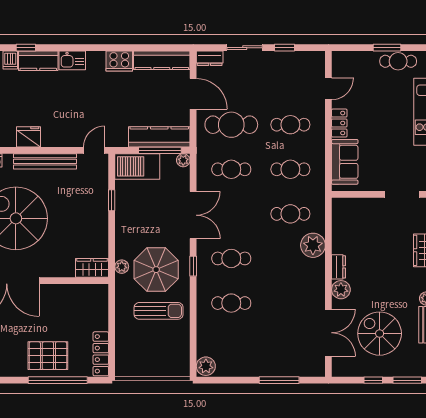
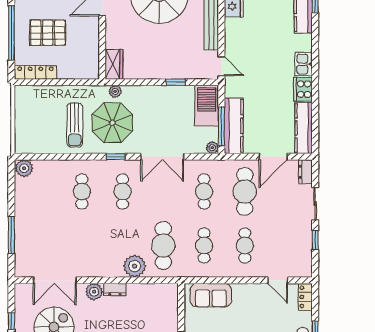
kitchen sink: (72, 60) -> (304, 64), moved
locker: (339, 123) -> (305, 297), moved, turned 90
cafe table: (290, 214) -> (163, 245), width x1.37, depth x1.35
pallet: (48, 356) -> (48, 33), moved, turned 90

